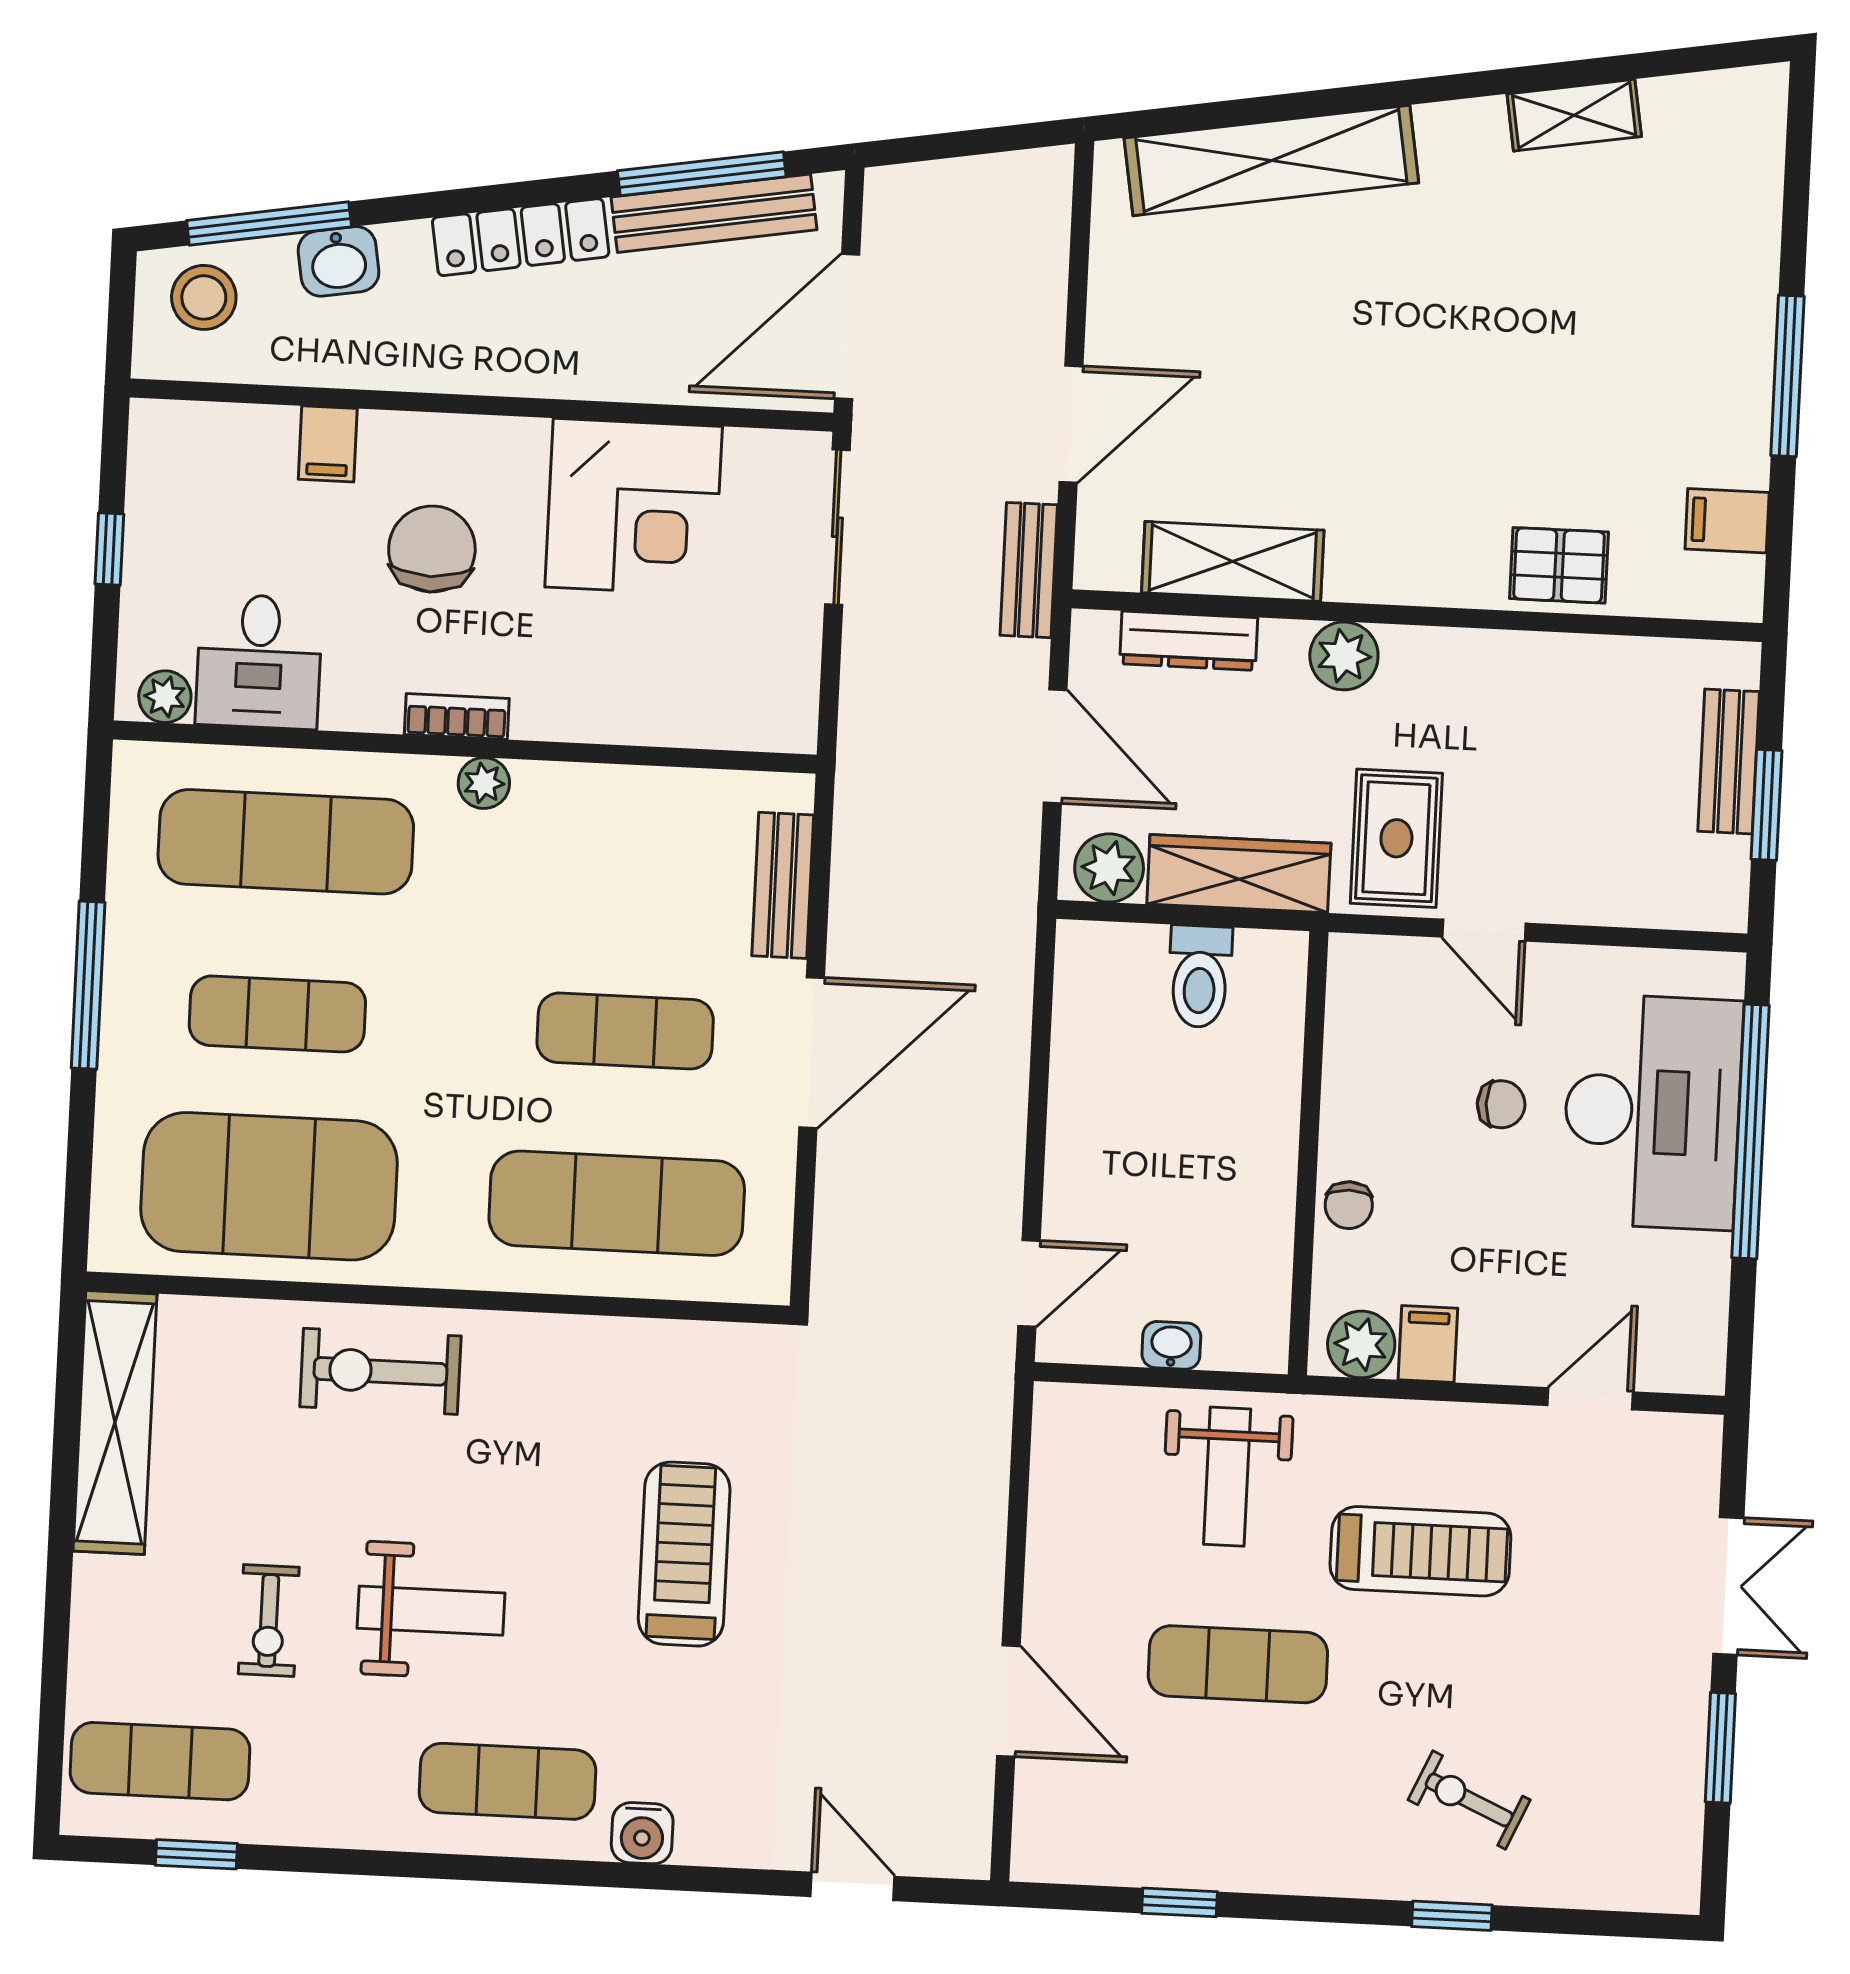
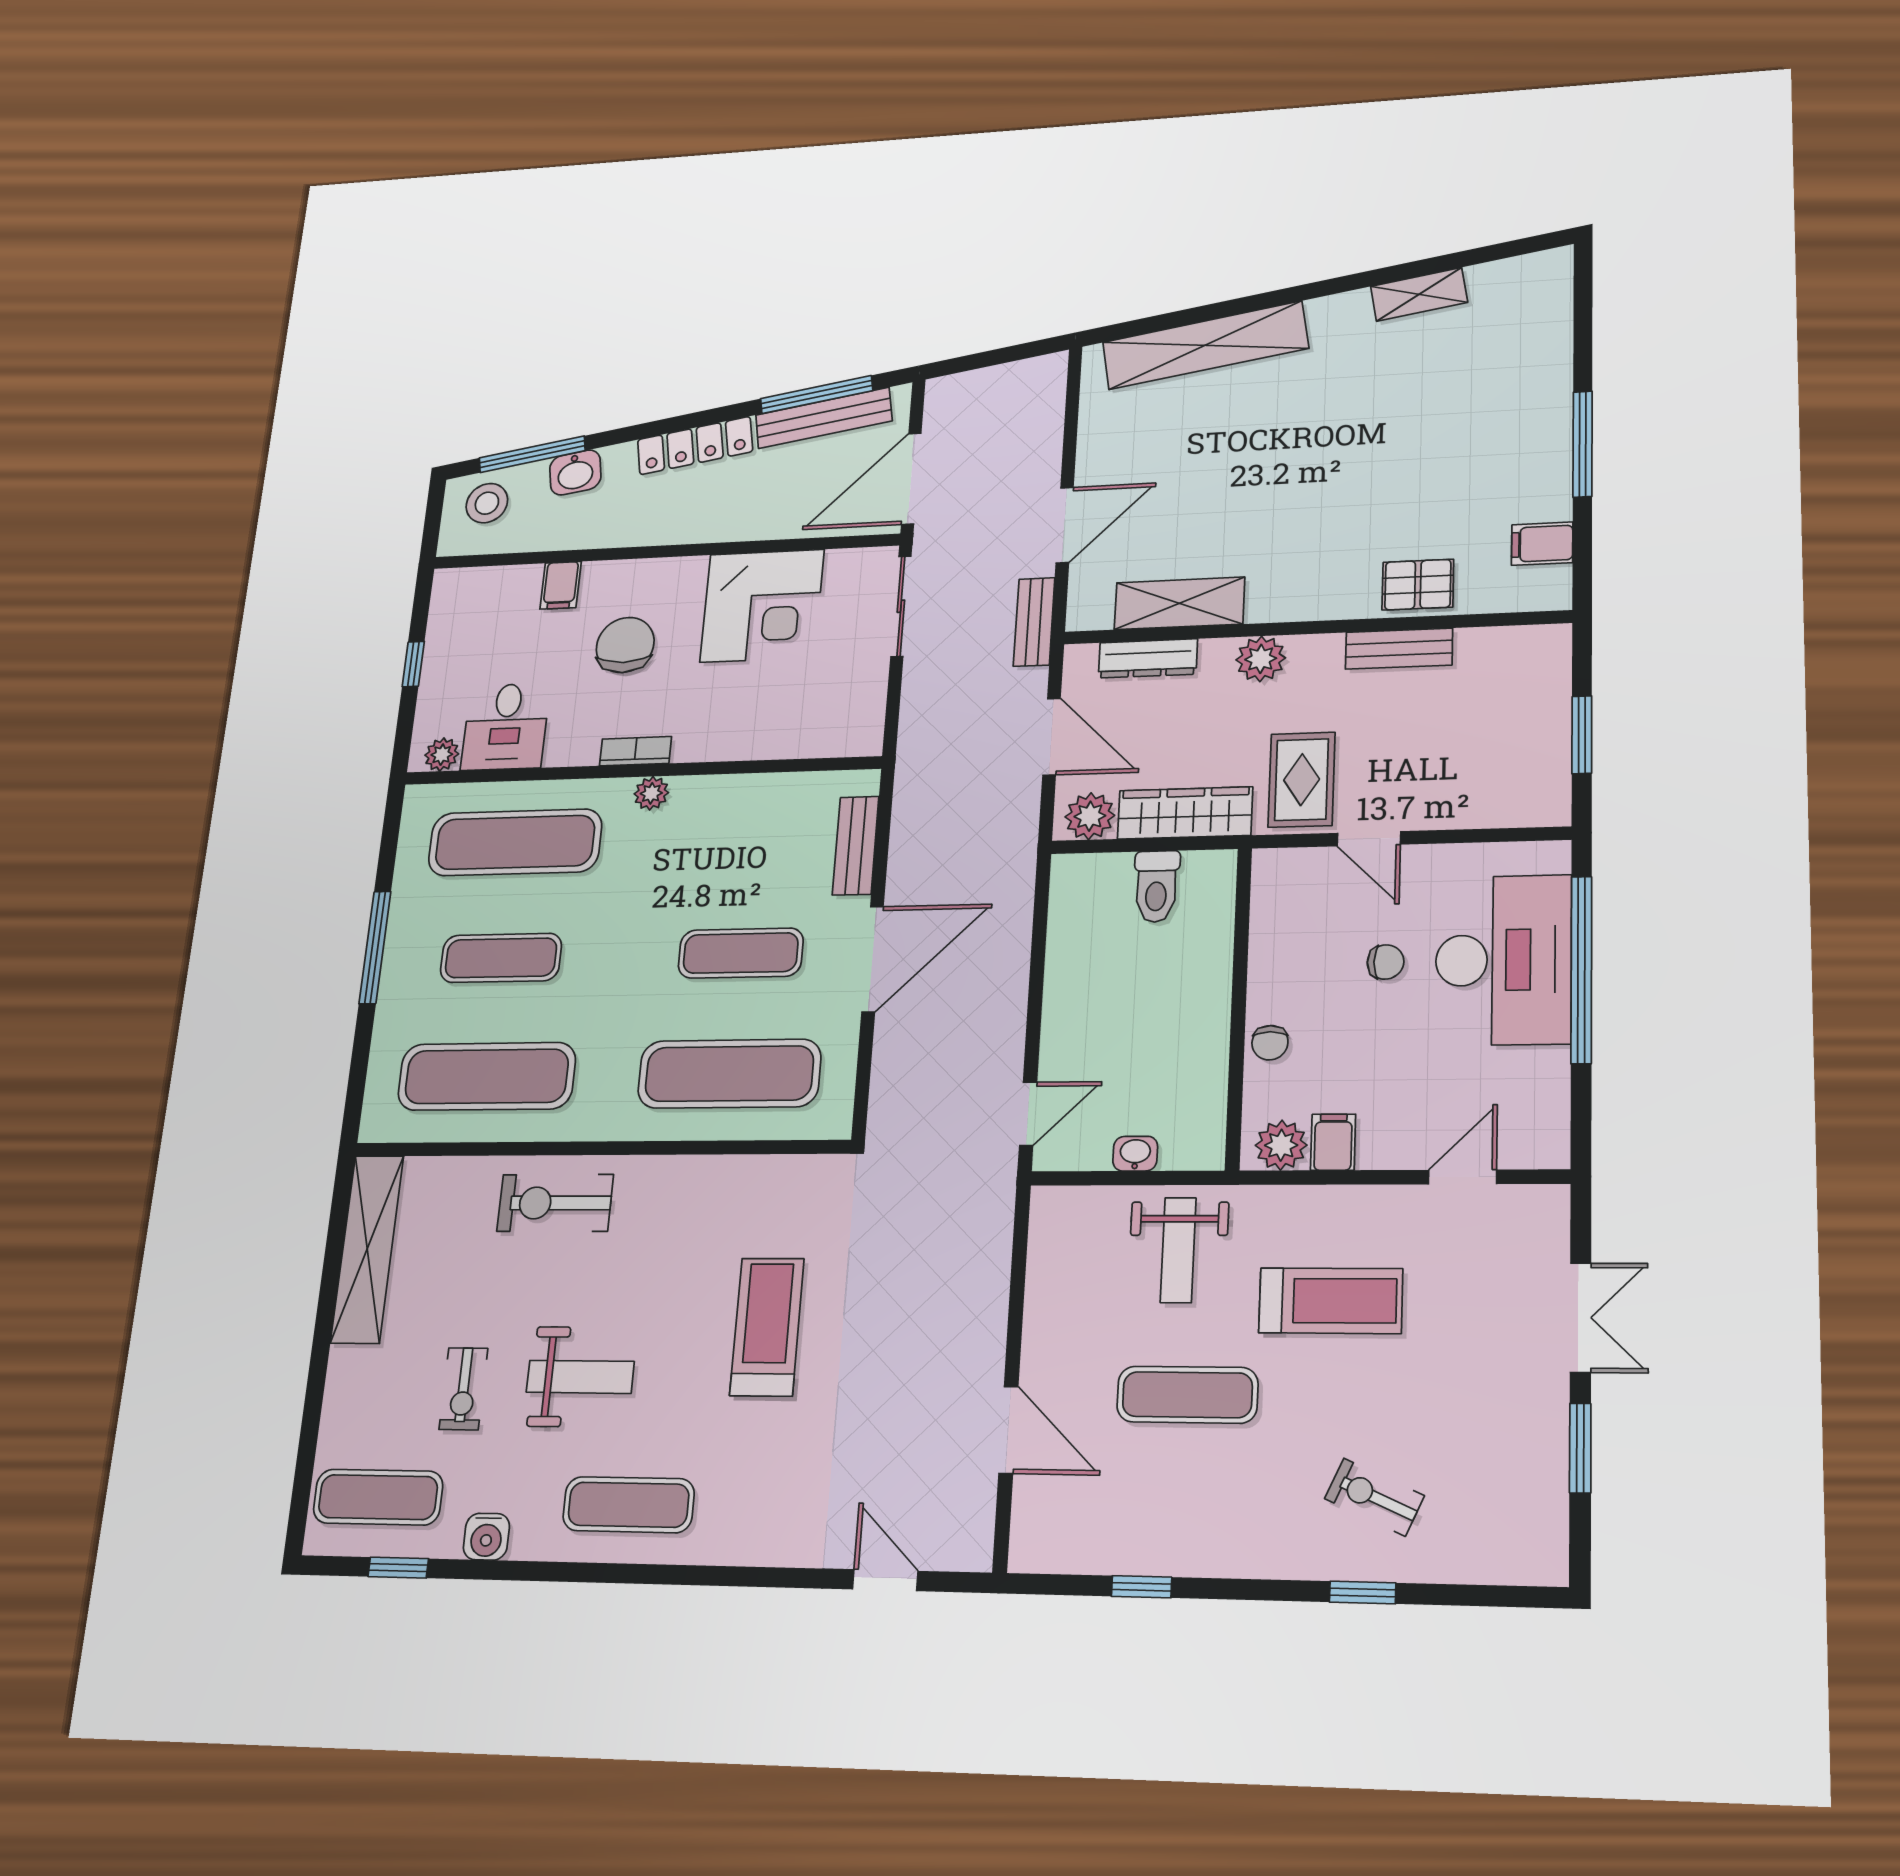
bench: (1729, 761) -> (1399, 649), moved, turned 90
exercise mat: (269, 1186) -> (486, 1076), width x0.68
water cooler: (642, 1833) -> (486, 1537), moved

